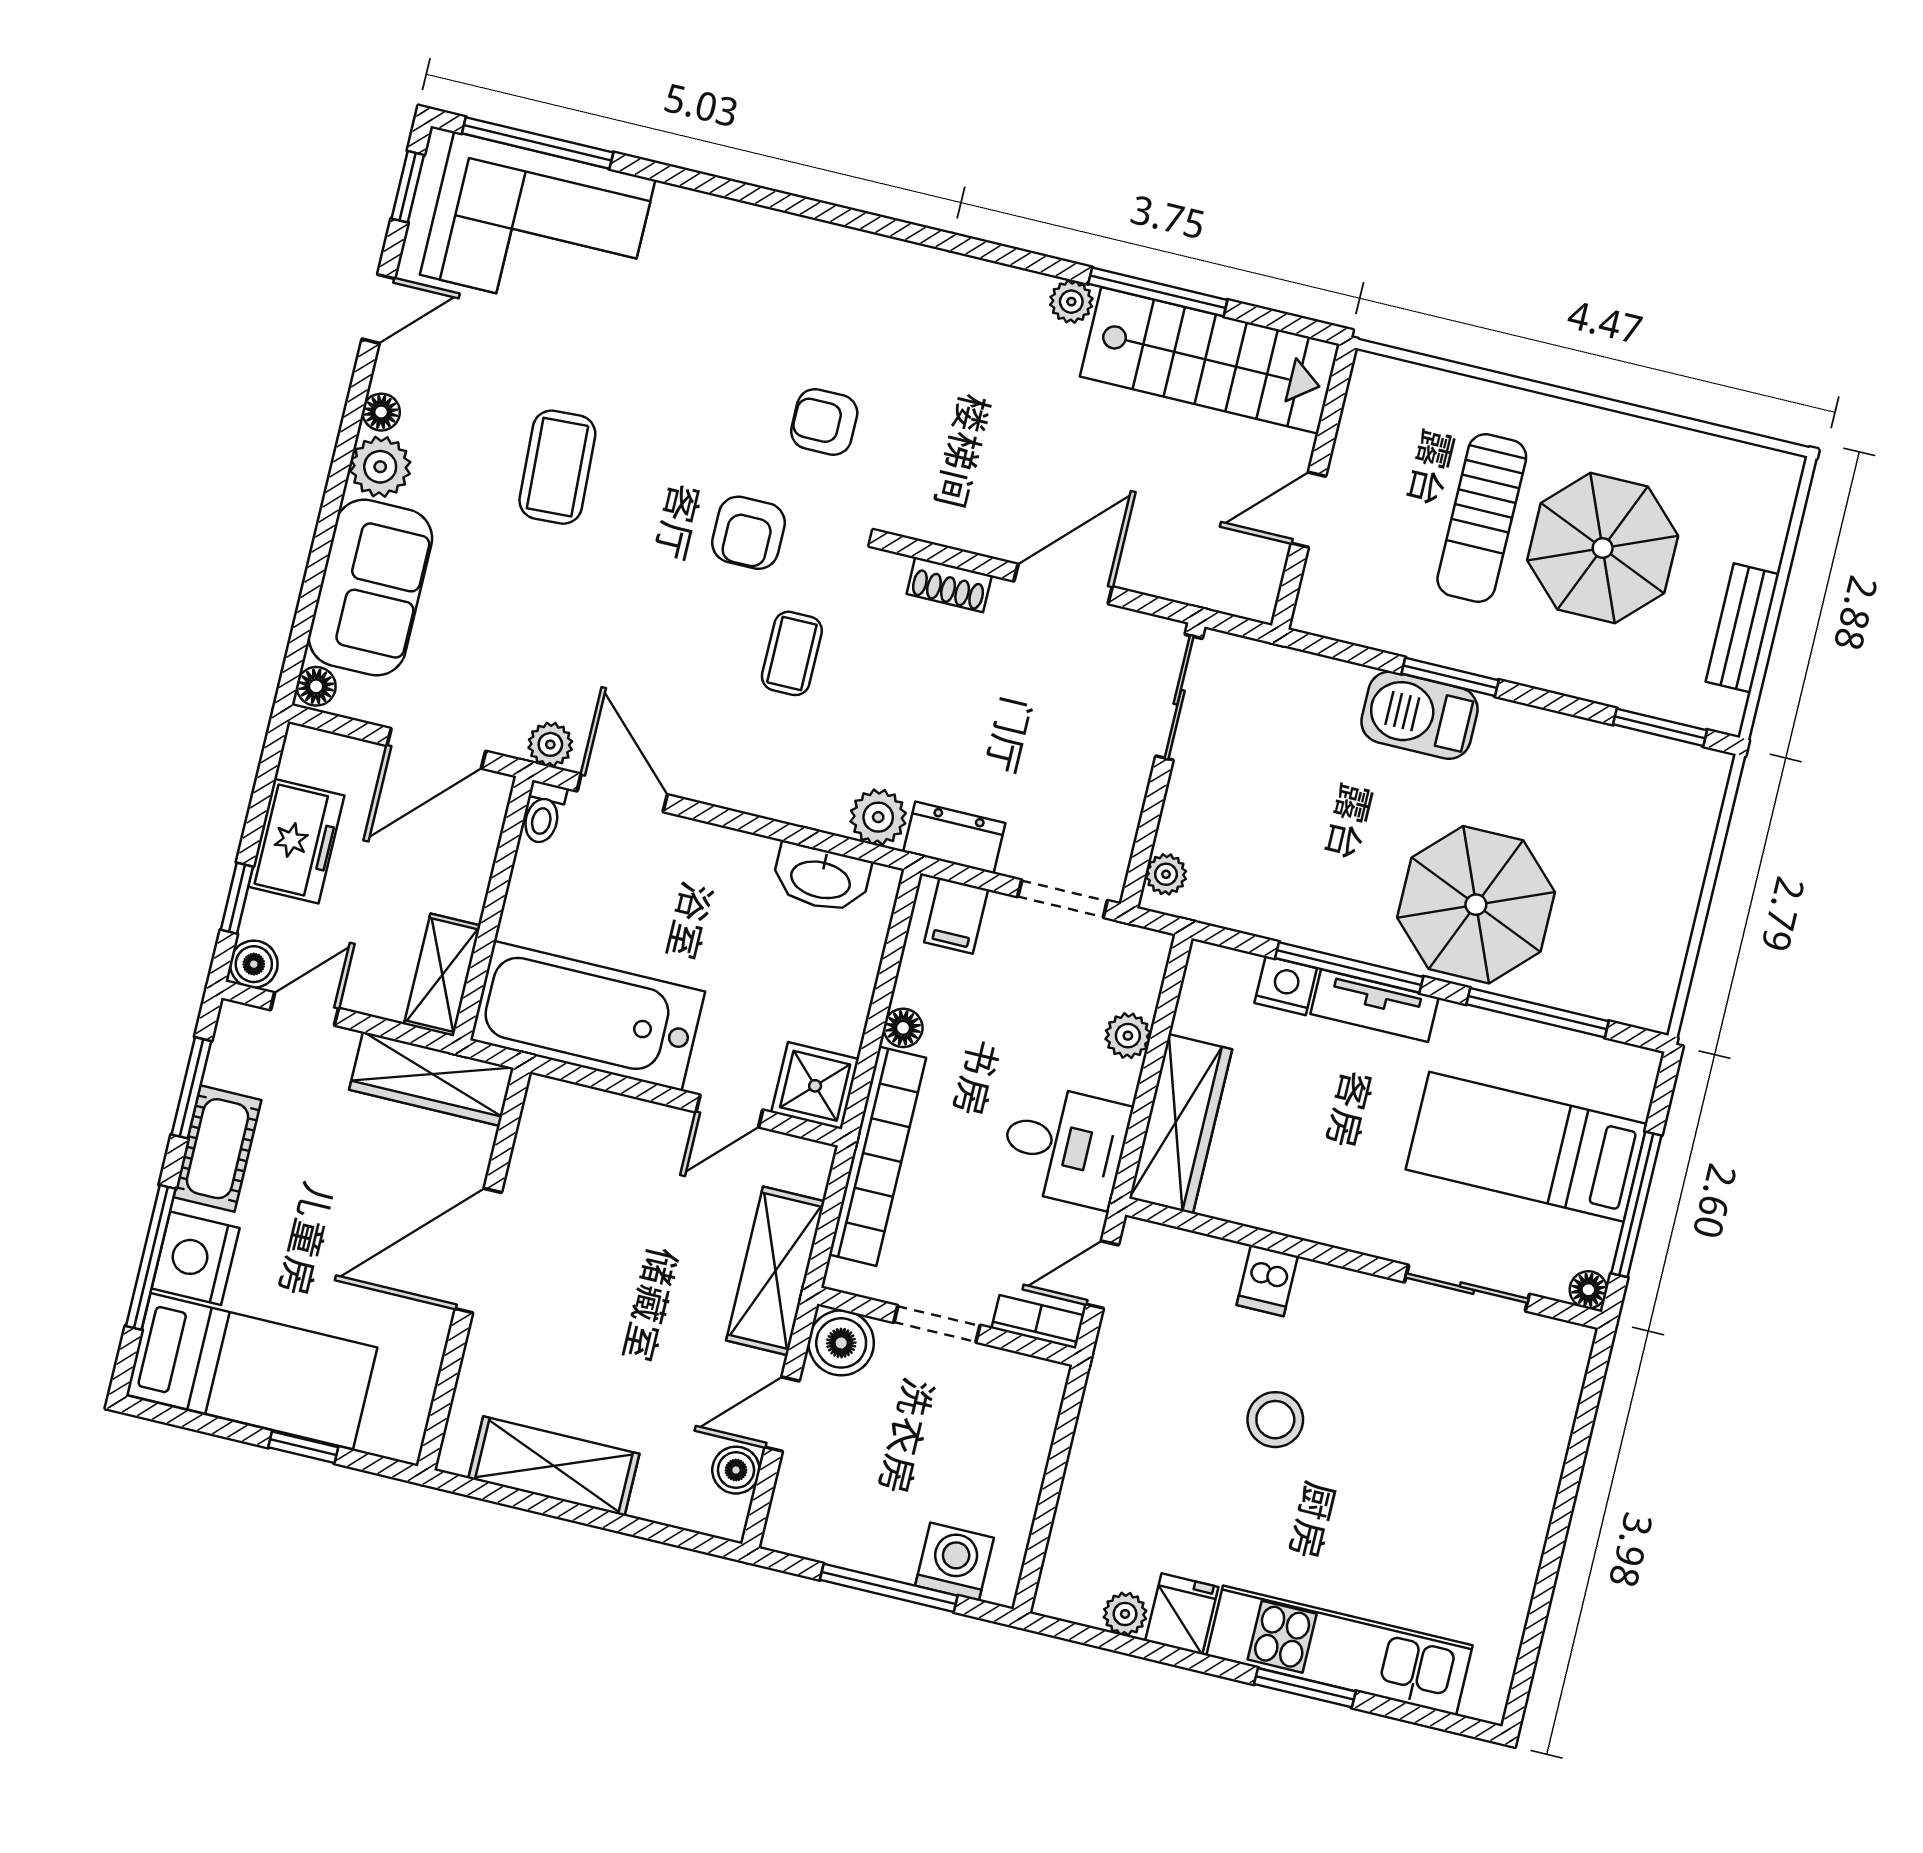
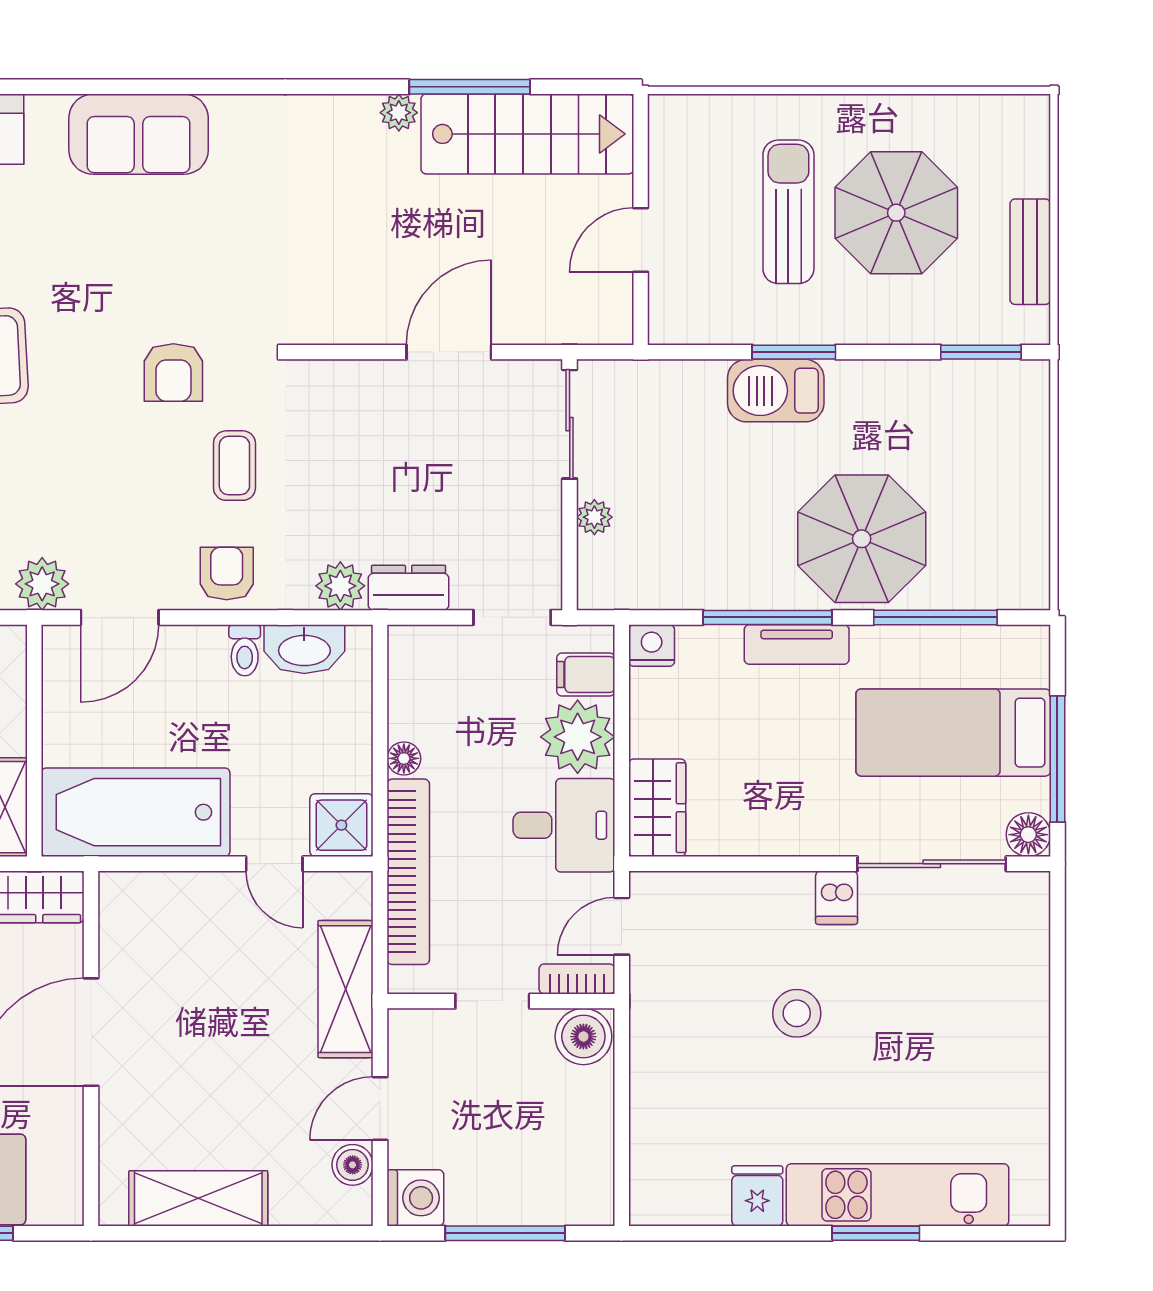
sofa: (774, 256) -> (139, 134), added
armchair: (824, 422) -> (227, 573), moved, turned 90
sun lounger: (1482, 518) -> (788, 212), turned 180
shoe rack: (949, 585) -> (353, 376), removed
plant: (550, 744) -> (42, 584), width x1.38, depth x1.38
door: (622, 793) -> (120, 617), swing flipped
toilet: (543, 813) -> (245, 650), moved
plant: (1166, 874) -> (594, 517), moved
filing cabinet: (956, 916) -> (586, 674), moved, turned 90
nightstand: (1286, 986) -> (652, 645), moved
plant: (1128, 1036) -> (578, 737), width x1.87, depth x1.87
door: (729, 1111) -> (274, 864), hinge flipped
wardrobe: (1181, 1124) -> (657, 808), width x0.67
dishwasher: (1267, 1281) -> (837, 898), moved
sliding door: (1467, 1288) -> (932, 864), width x1.37
floor lamp: (1588, 1290) -> (1028, 835), width x1.37, depth x1.37
boiler: (841, 1343) -> (583, 1037), moved
washing machine: (955, 1562) -> (415, 1198), moved, turned 90
plant: (1125, 1614) -> (709, 1207), removed

